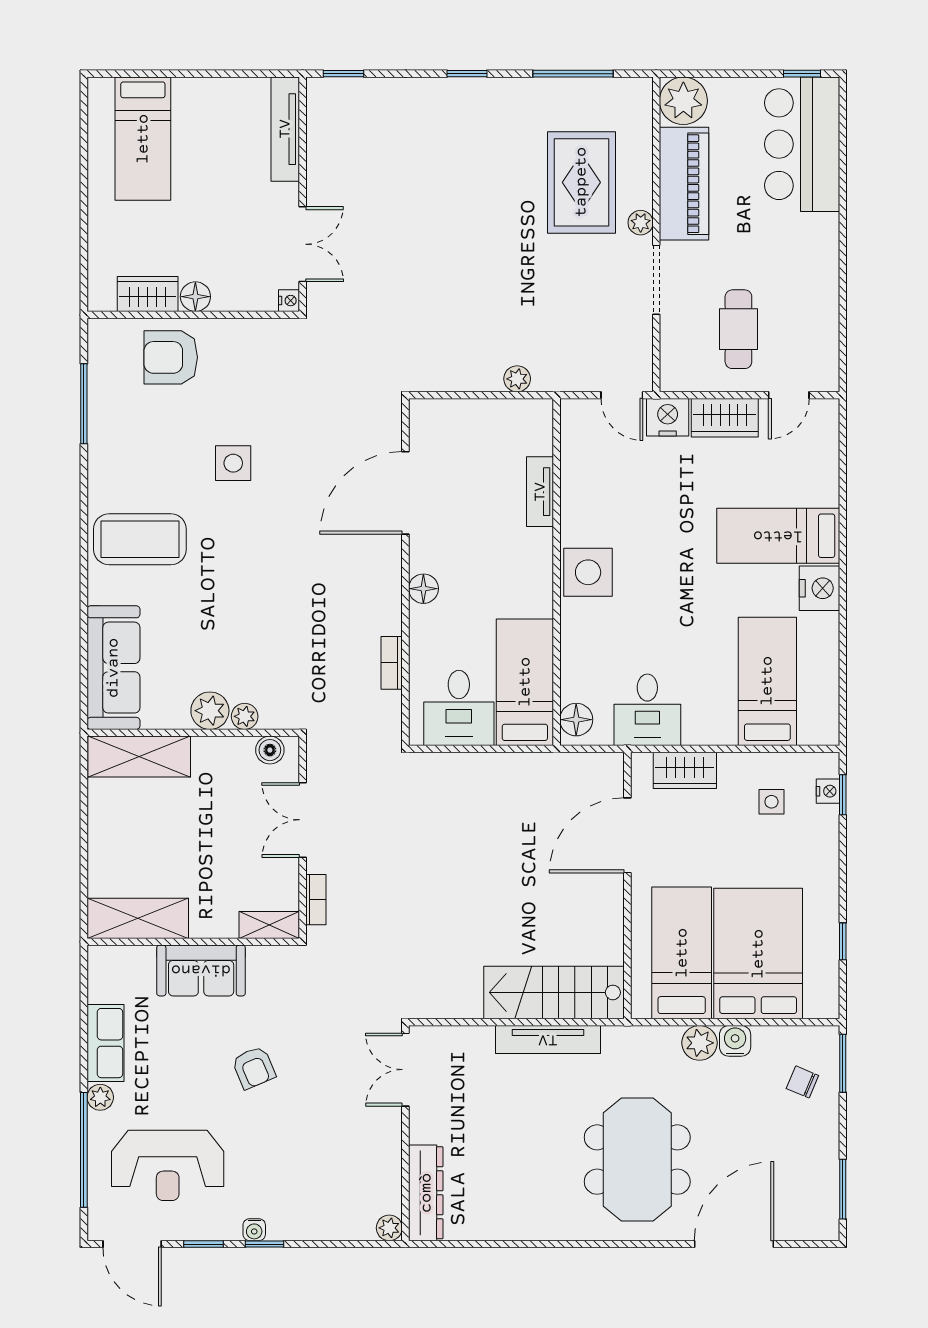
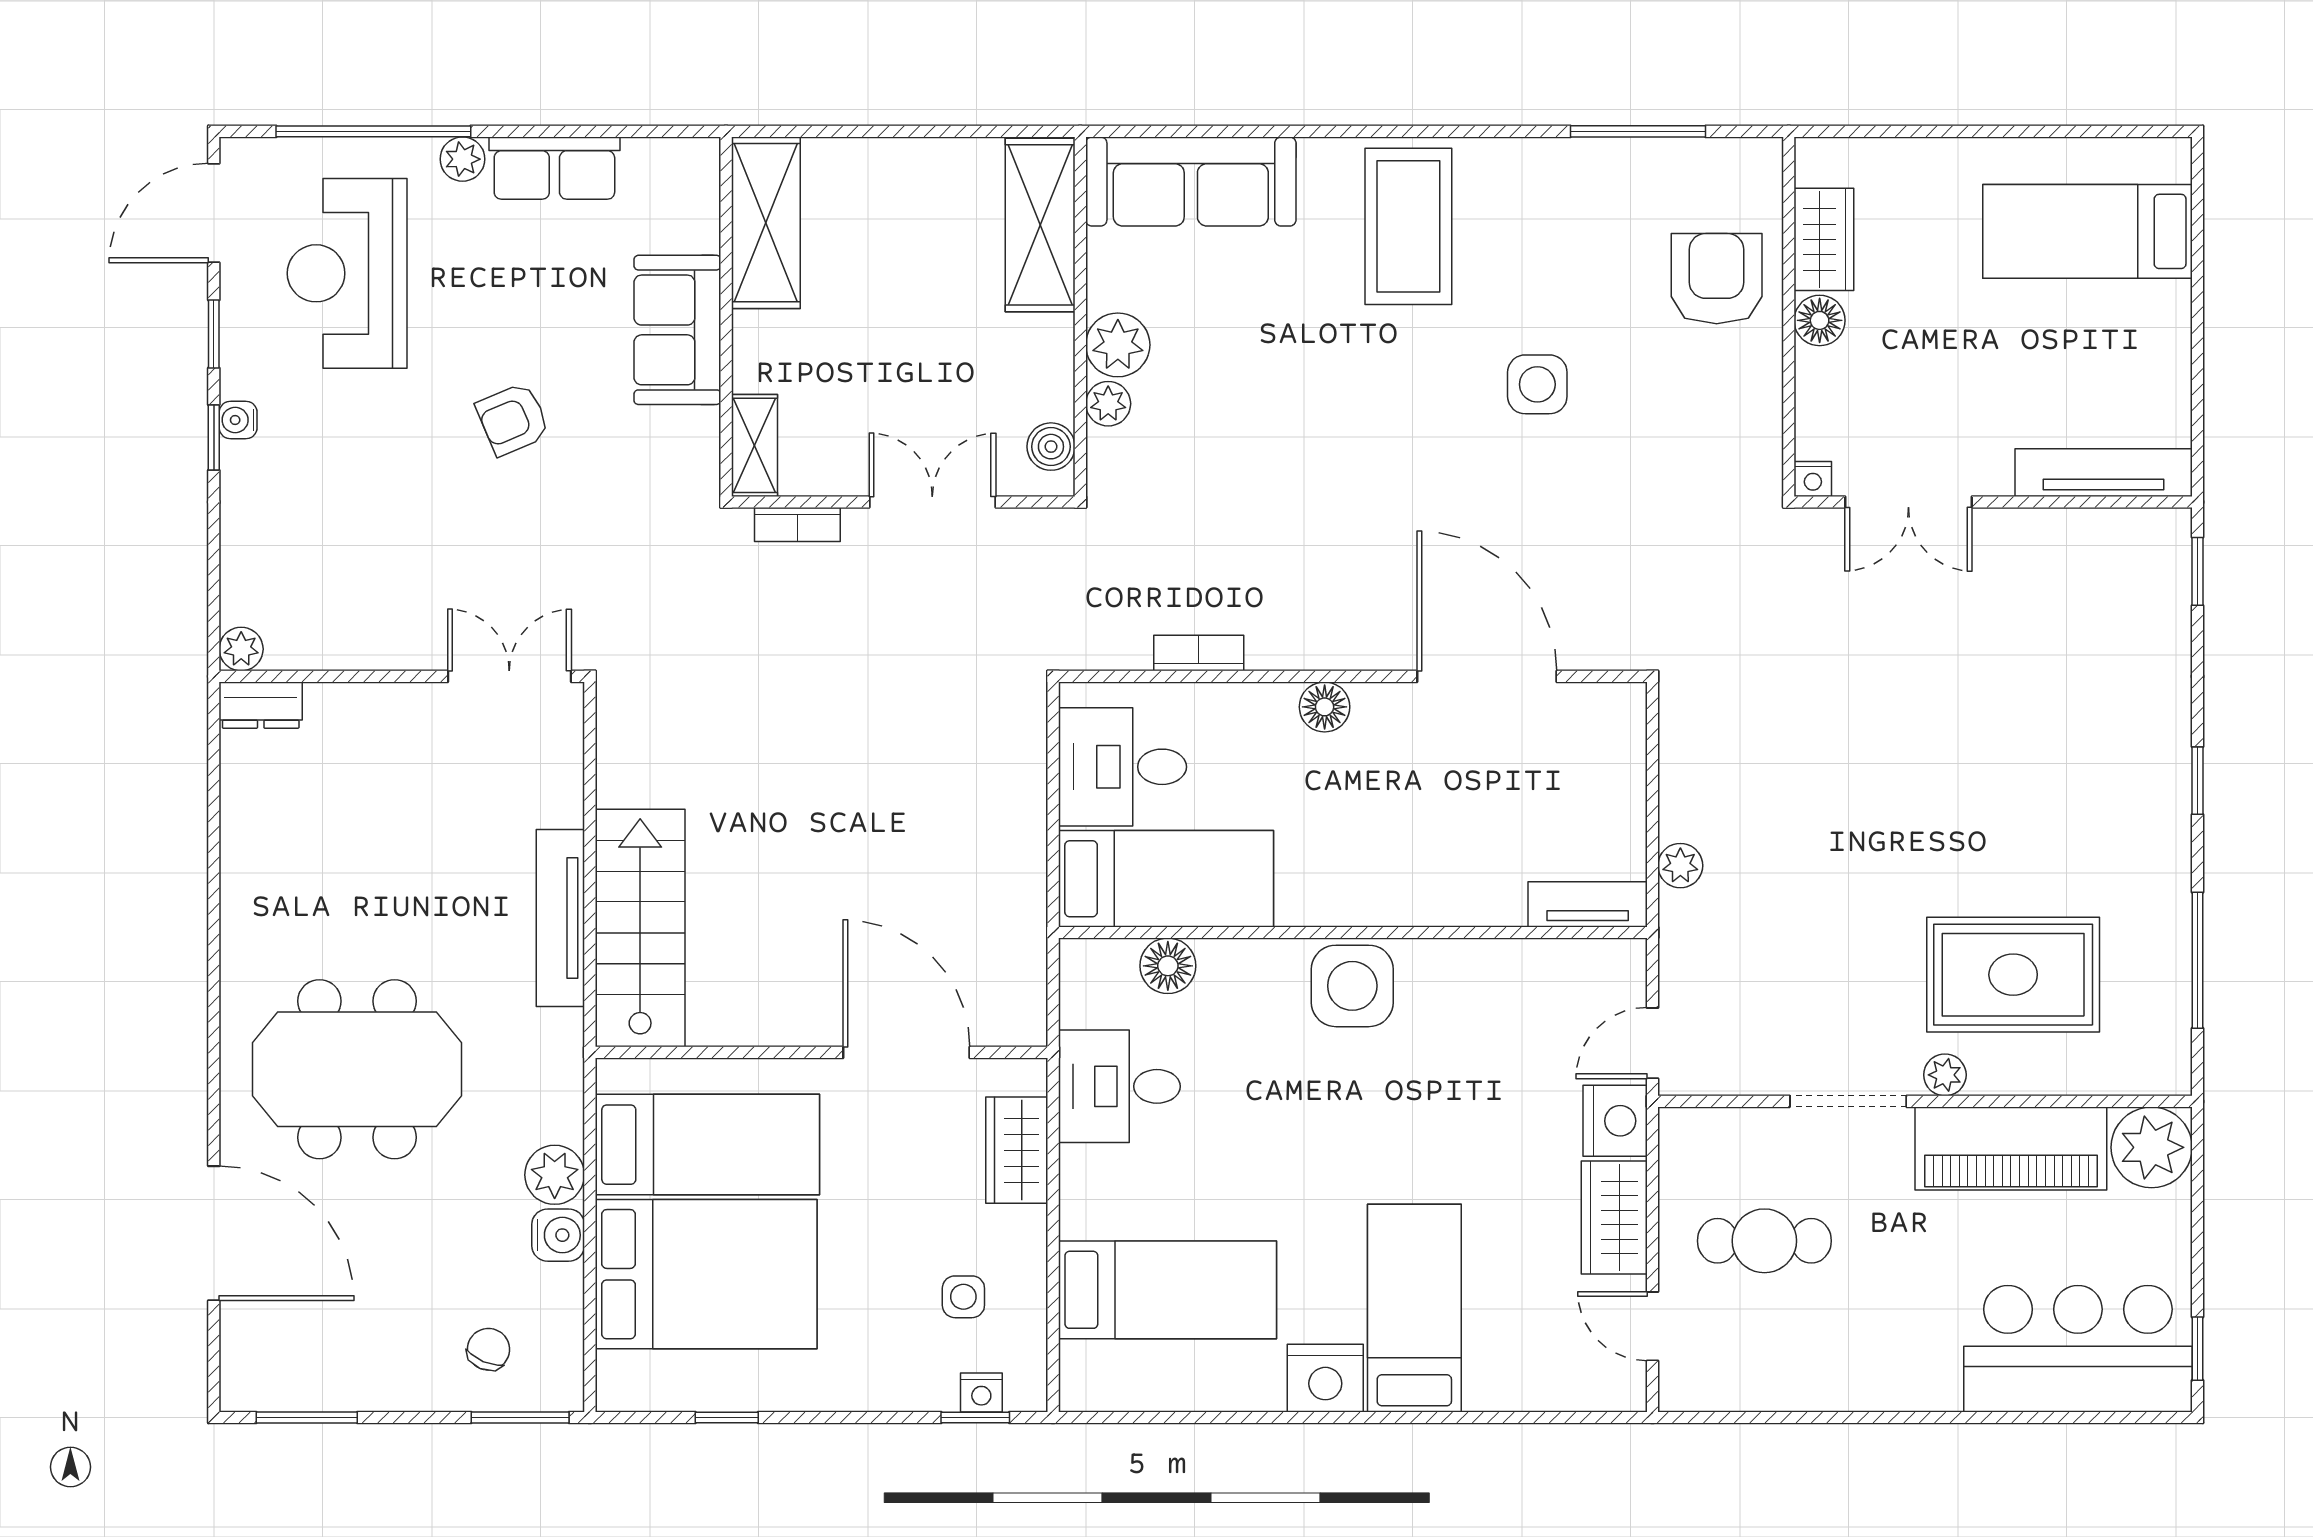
tv unit: (540, 492) -> (1588, 904), moved
floor lamp: (576, 720) -> (1168, 966), moved
dresser: (426, 1193) -> (261, 705), width x0.51, depth x0.80

